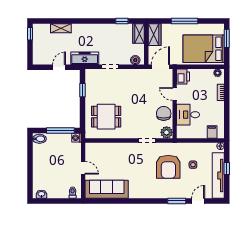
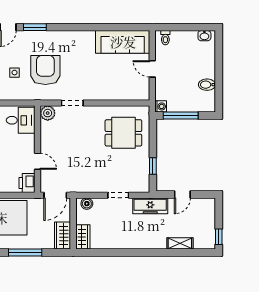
window: (122, 21) -> (104, 253), removed
chair: (164, 113) -> (51, 137), removed
desk: (188, 115) -> (21, 120), moved
bidet: (39, 139) -> (207, 85), moved

